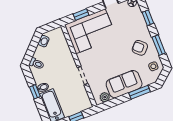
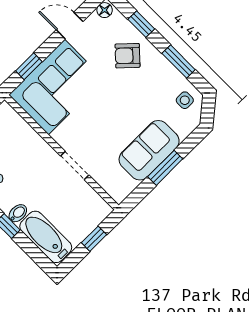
armchair: (140, 48) -> (128, 56), moved
window: (140, 92) -> (165, 168), moved
plant: (105, 97) -> (126, 186), removed

